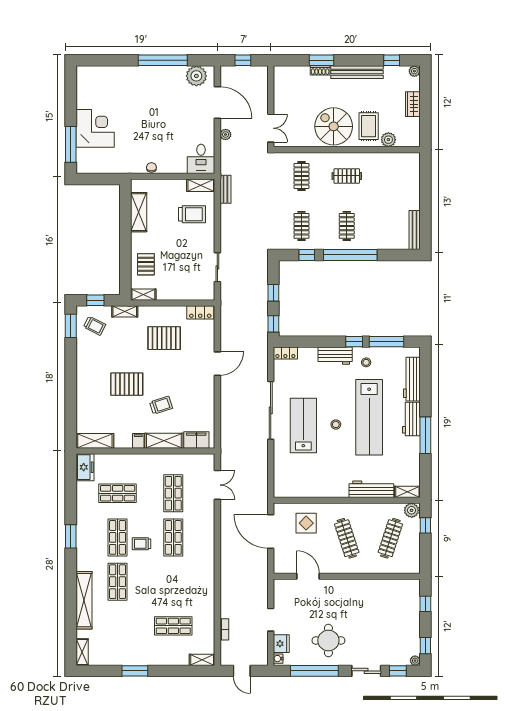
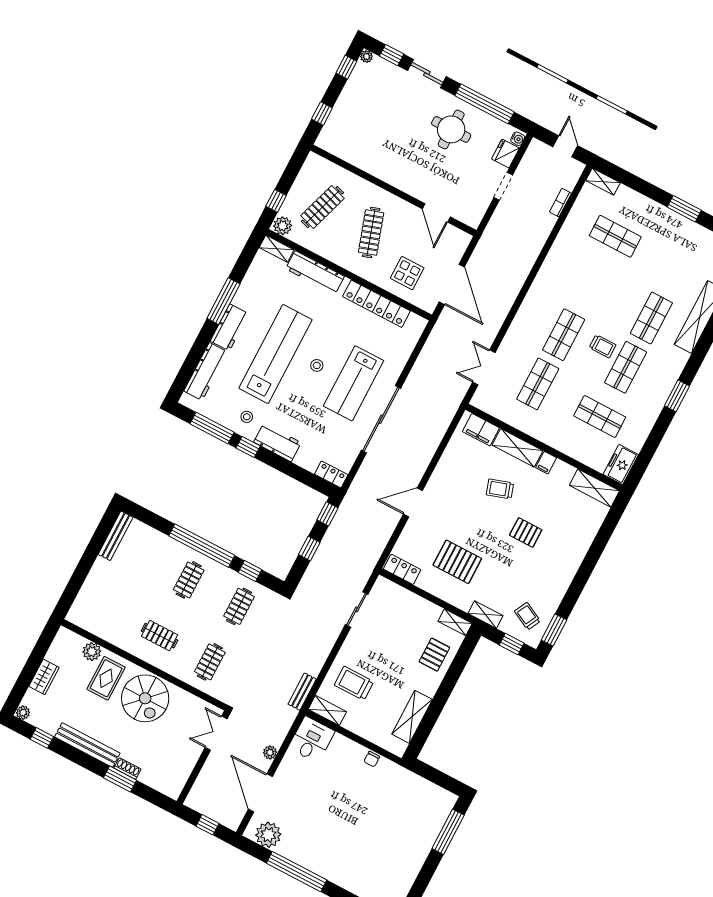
corner desk: (95, 128) -> (412, 835), removed
pallet: (127, 384) -> (526, 532), width x0.67, depth x0.71
locker: (317, 490) -> (376, 304), added

